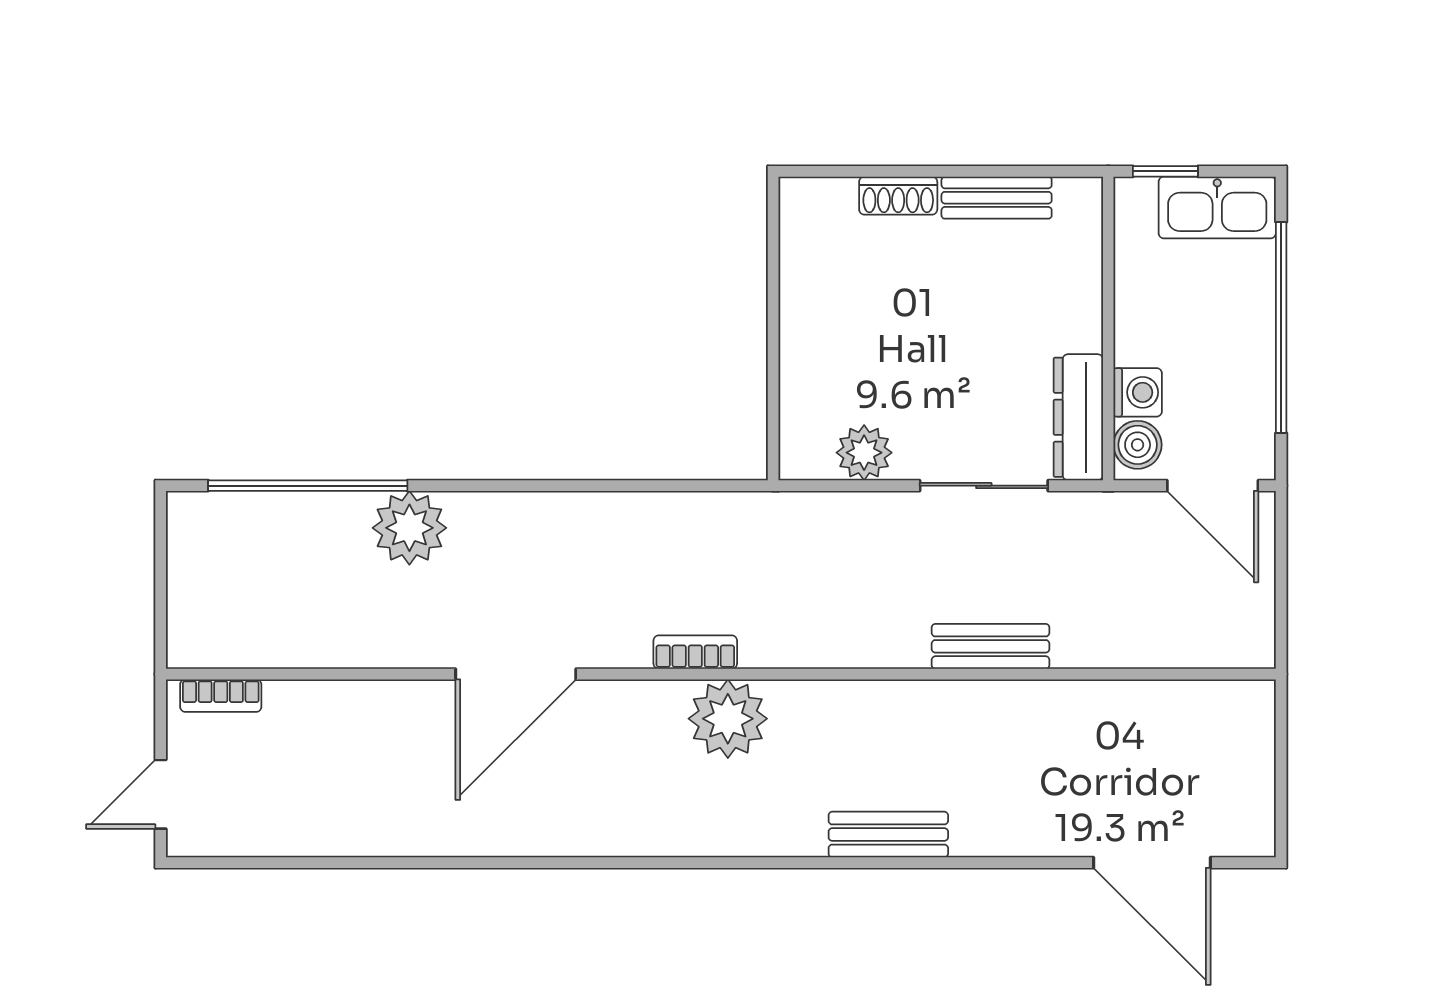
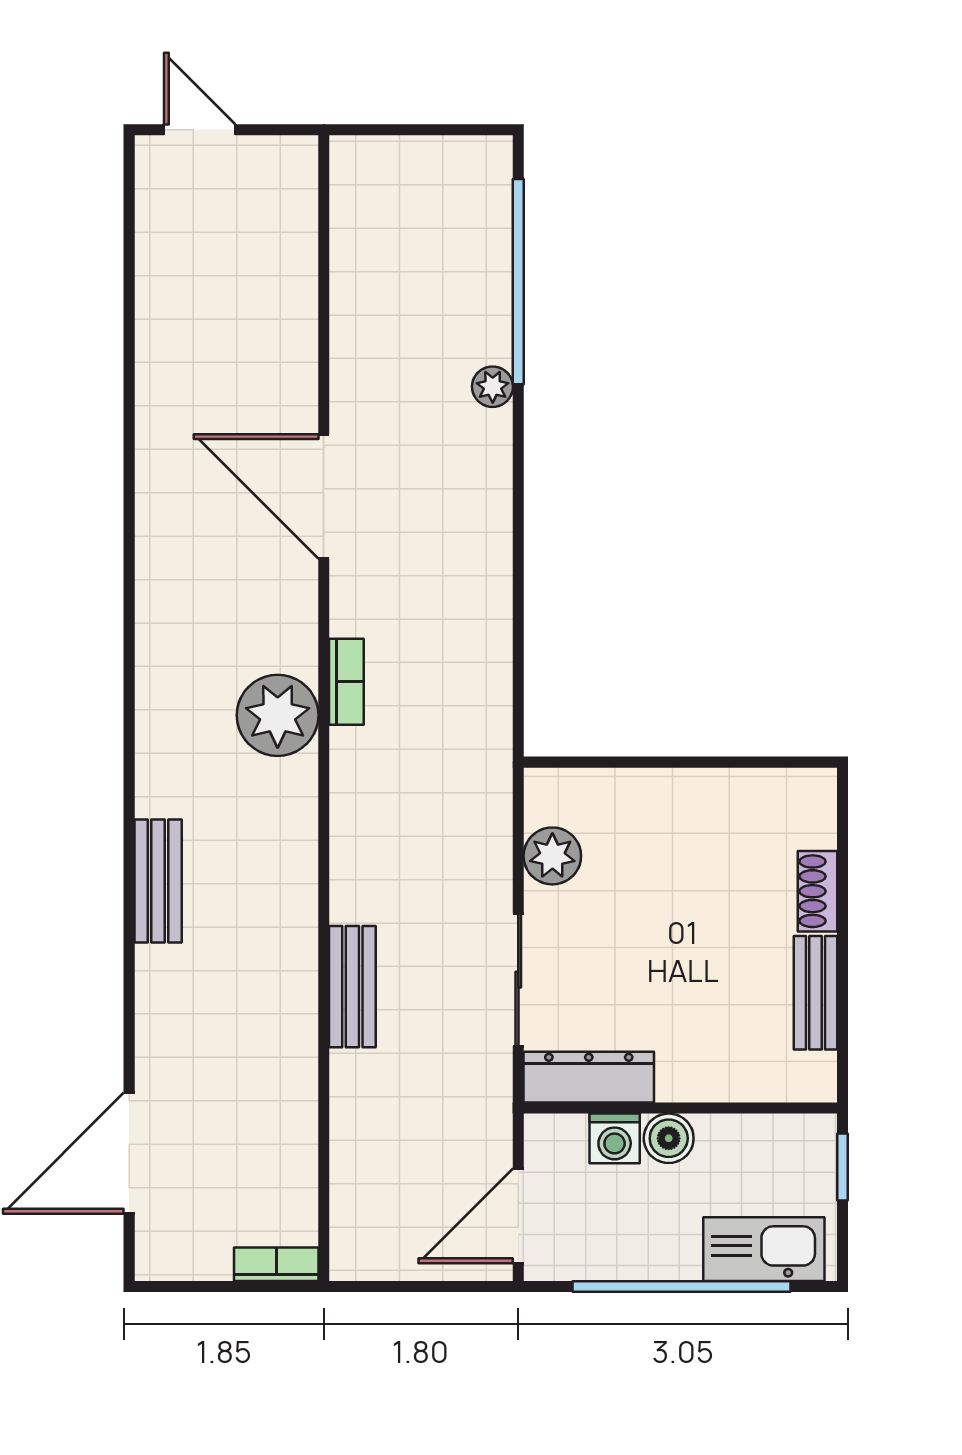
kitchen sink: (1217, 208) -> (764, 1249), moved, turned 90
boiler: (1138, 445) -> (669, 1138), moved
plant: (409, 528) -> (493, 387), width x0.53, depth x0.53
bookcase: (221, 696) -> (276, 1264), moved, turned 90

